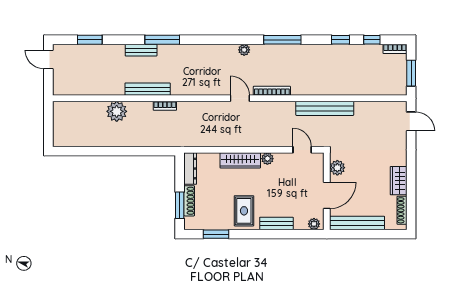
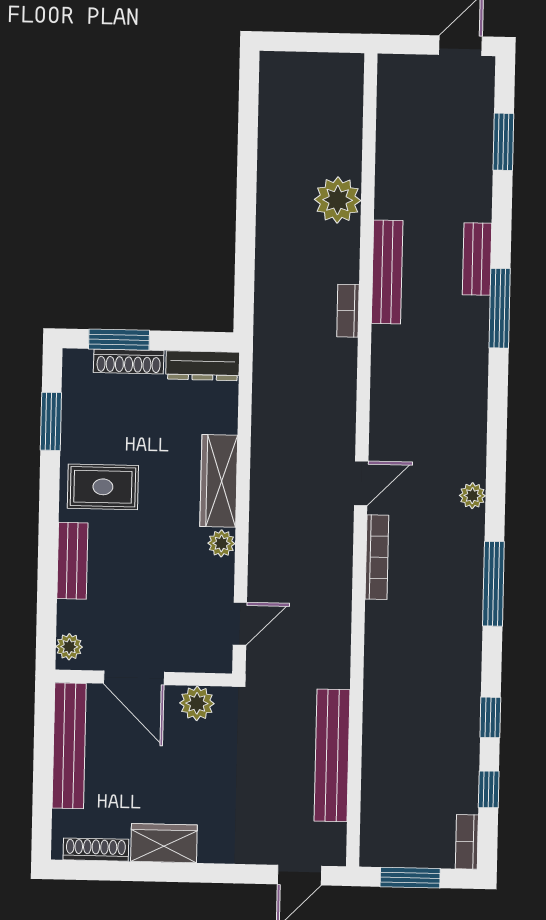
bench: (325, 108) -> (332, 755), moved

